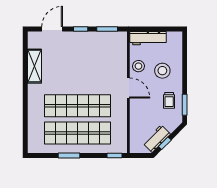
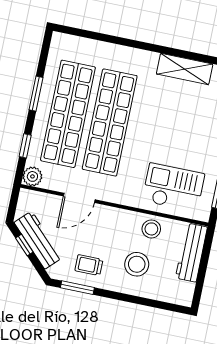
checkout: (110, 58) -> (173, 187), added
door: (128, 88) -> (79, 198), moved
workbench: (157, 139) -> (38, 240), width x1.37
plant: (121, 147) -> (32, 176), added
window: (115, 155) -> (25, 146), moved

